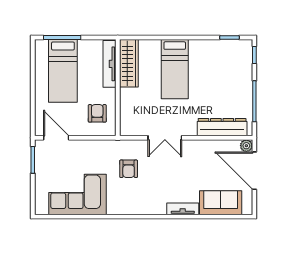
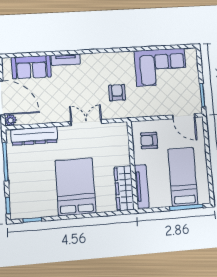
bed: (175, 69) -> (75, 187), width x1.50
armchair: (97, 113) -> (149, 140), turned 91

